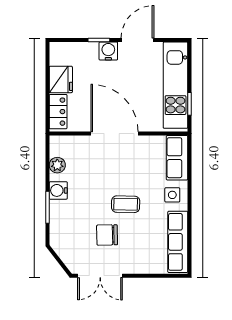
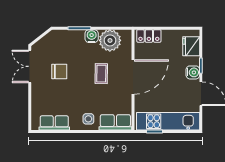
fridge: (61, 79) -> (191, 46), moved, turned 90
plant: (57, 165) -> (110, 40), width x1.87, depth x1.87
coffee table: (126, 204) -> (101, 74), moved
chair: (107, 235) -> (59, 72), turned 91
row of seats: (178, 242) -> (54, 123), width x0.68

